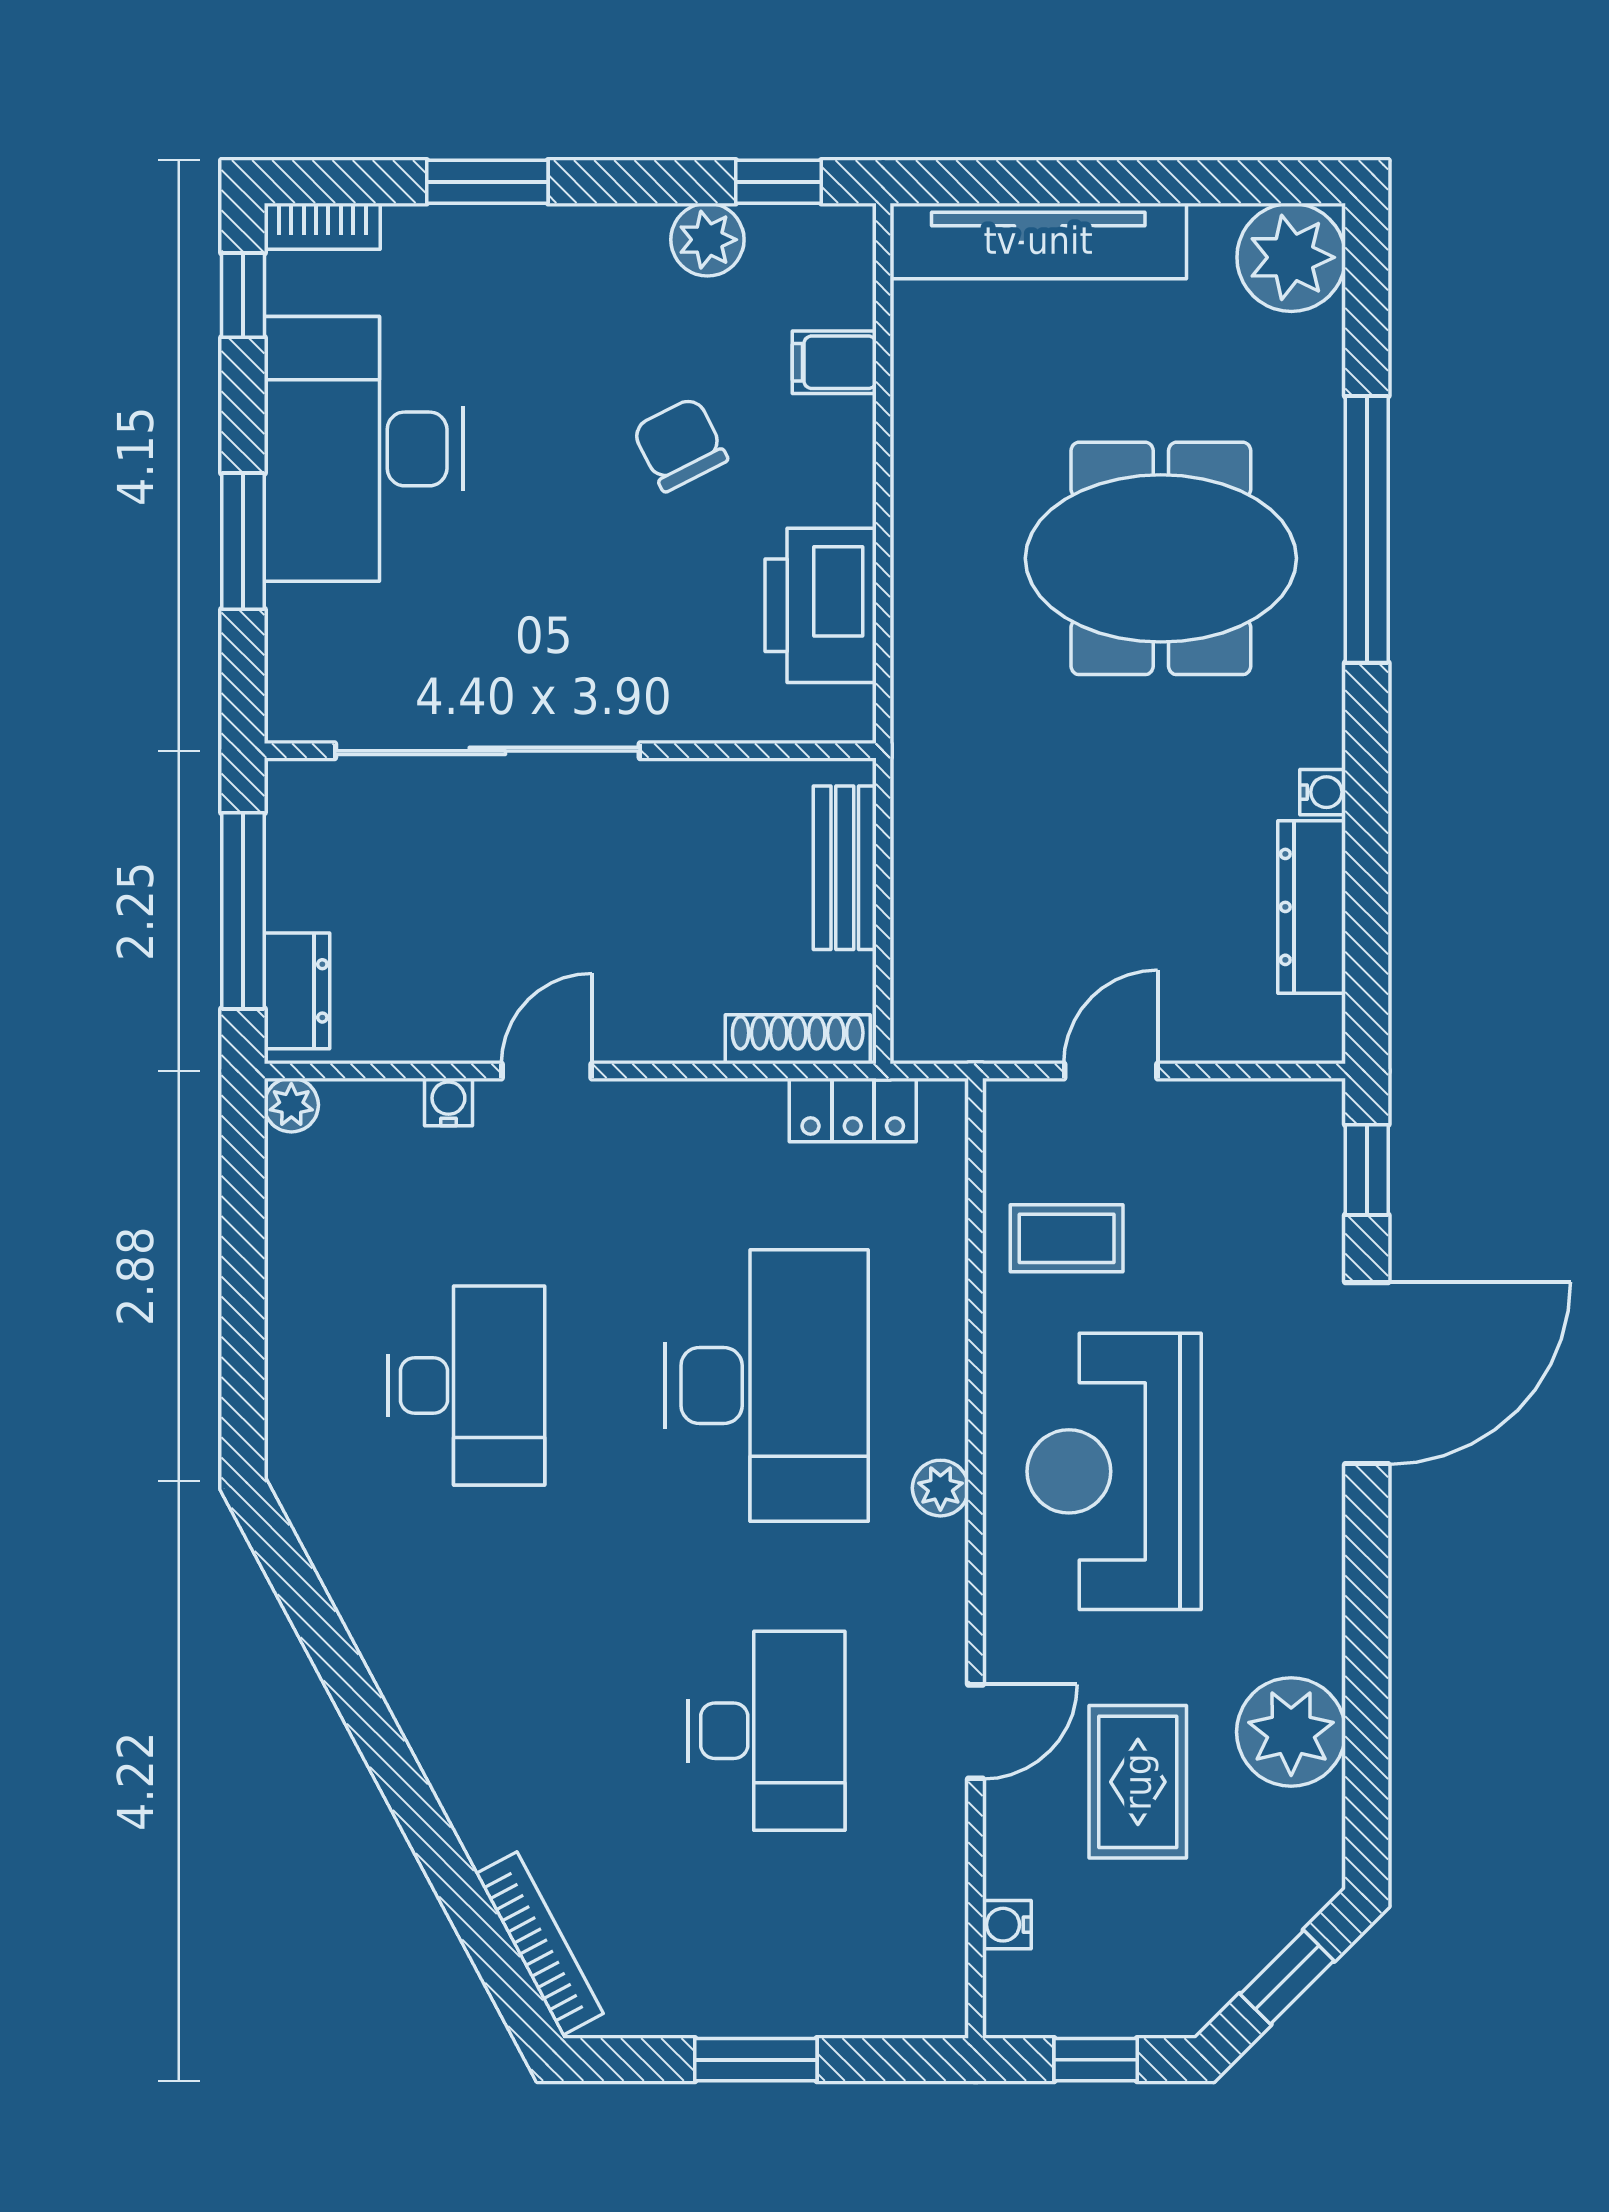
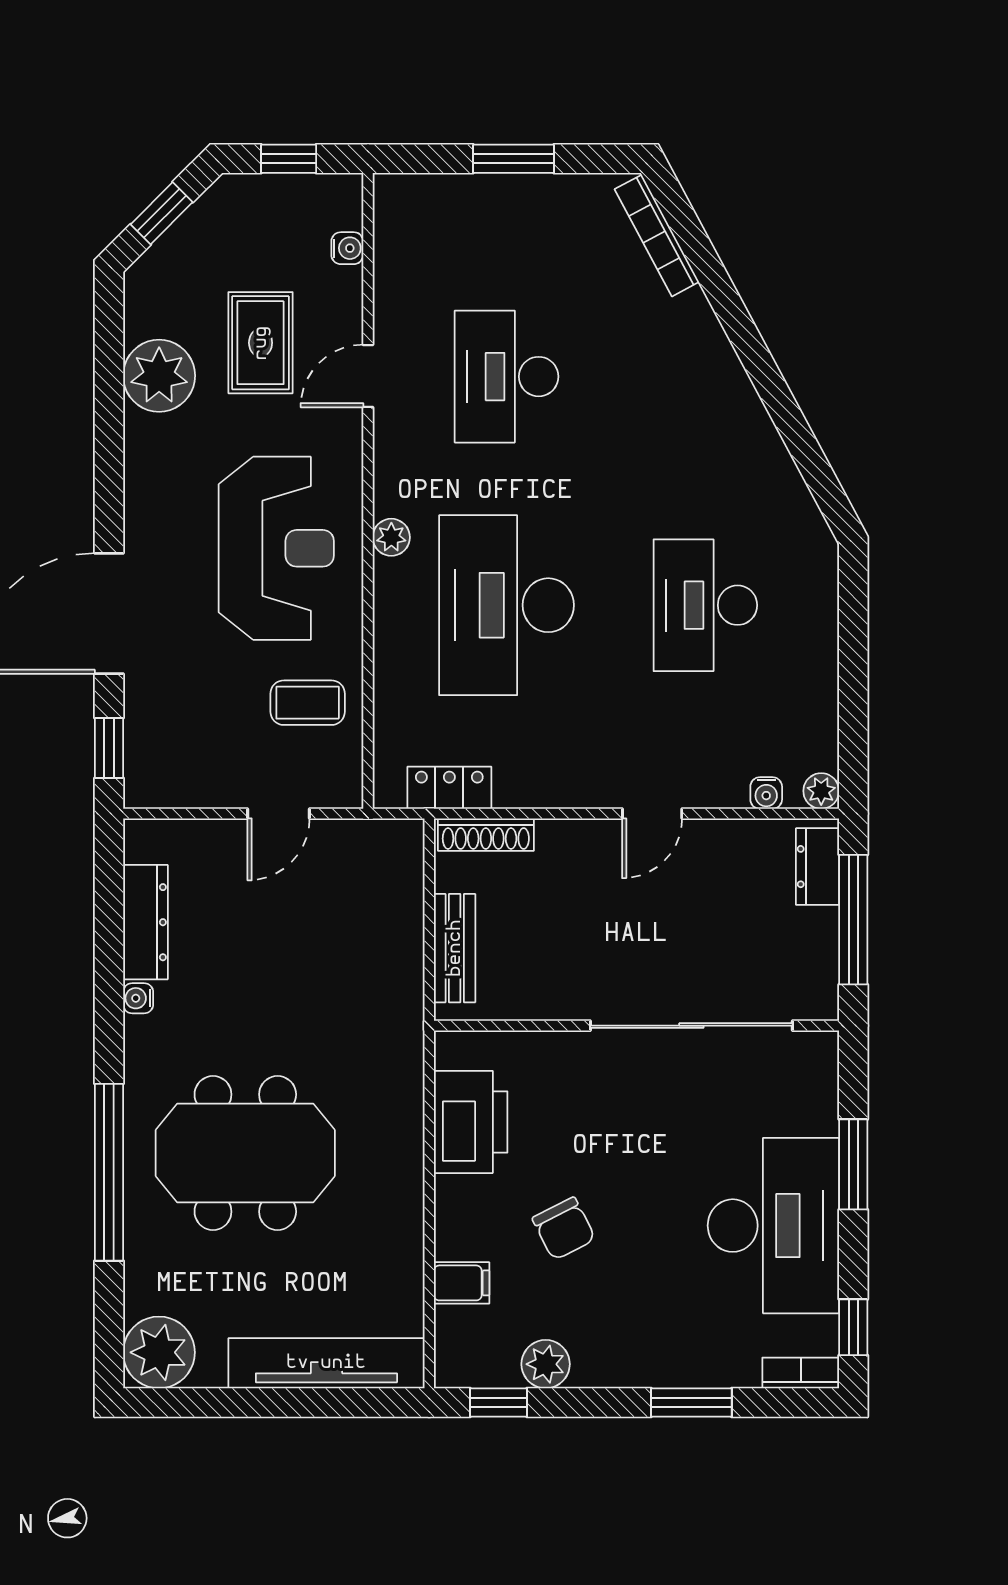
water cooler: (448, 1102) -> (766, 793), moved

